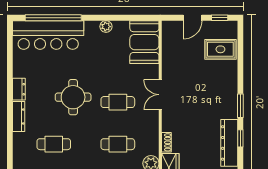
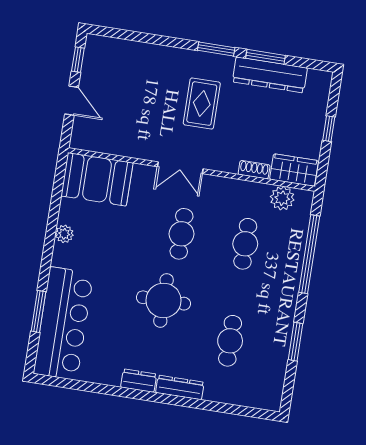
window: (53, 18) -> (38, 311), width x0.47
rug: (220, 49) -> (202, 104), moved
window: (240, 138) -> (265, 57), width x1.50

